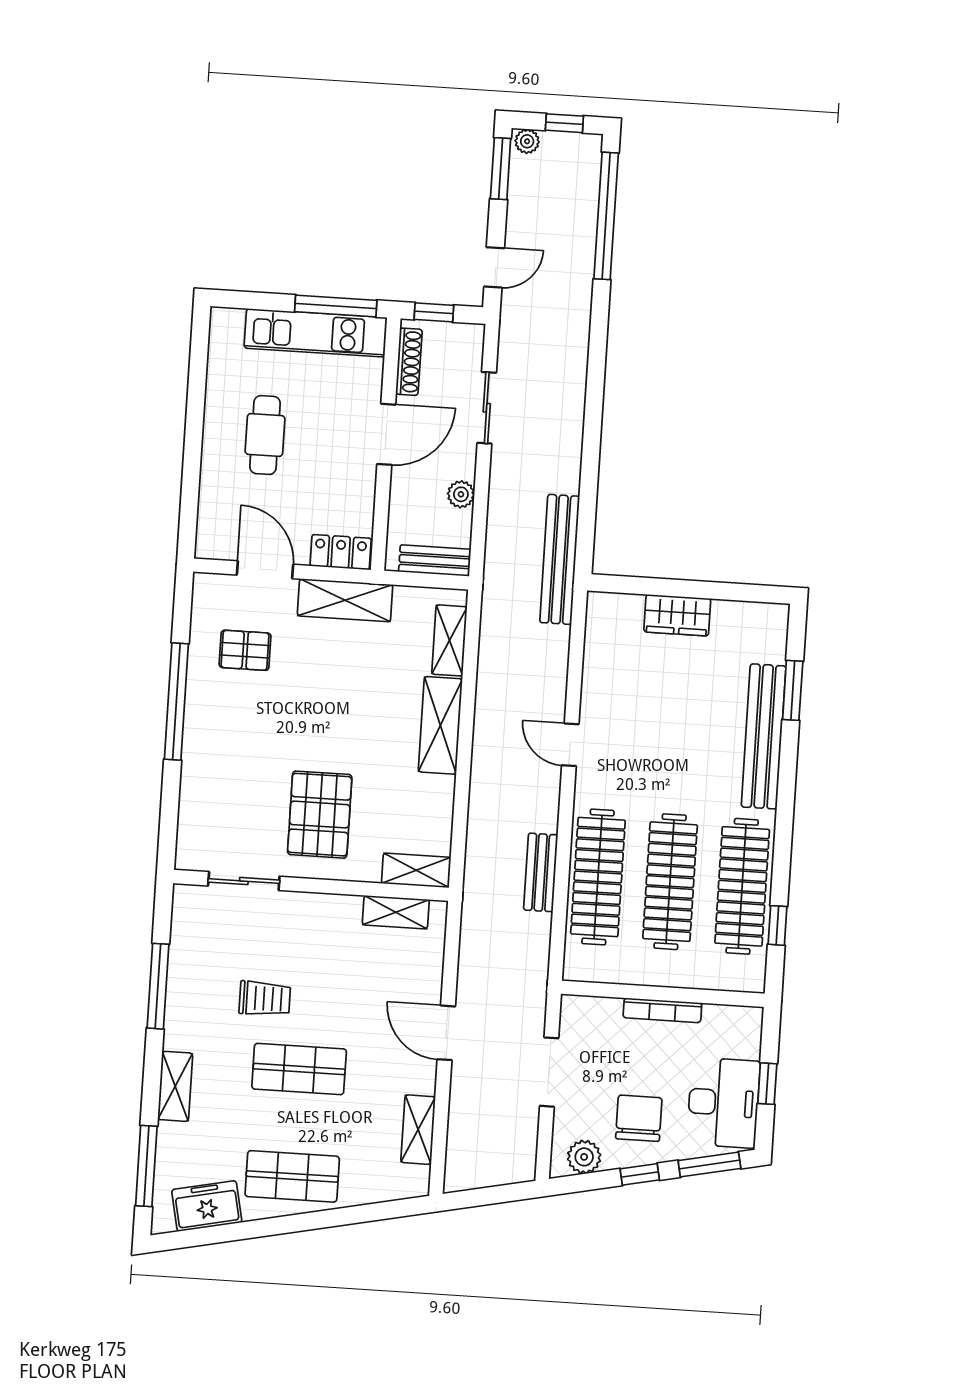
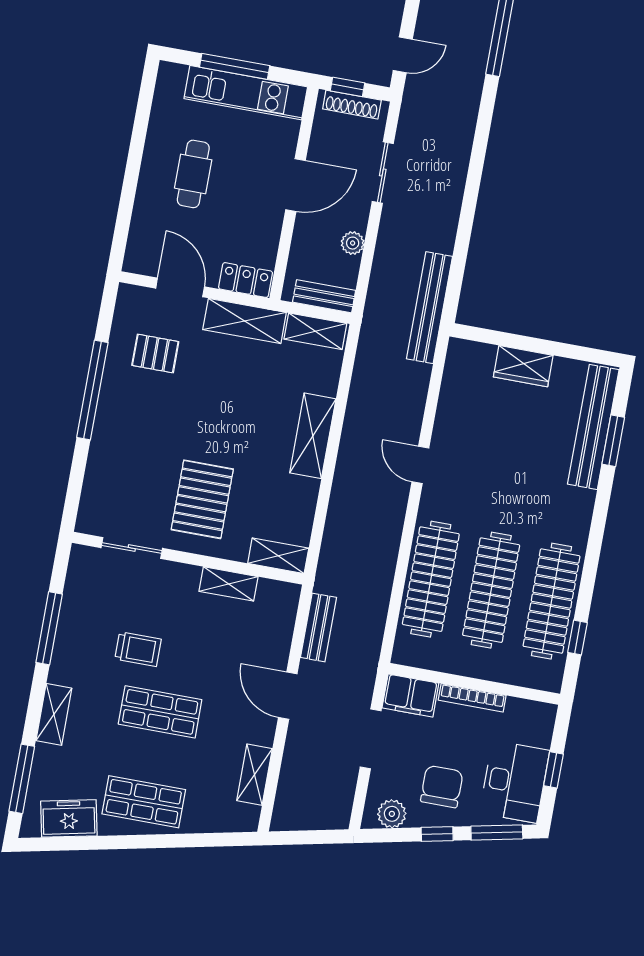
window: (336, 306) -> (235, 66), moved
shoe rack: (409, 362) -> (352, 105), moved, turned 90
shelving: (449, 640) -> (315, 331), moved, turned 90
bench: (764, 736) -> (593, 427), moved
bench: (541, 872) -> (319, 627), moved
shelving: (396, 912) -> (228, 584), moved
filing cabinet: (590, 1016) -> (410, 696), added

